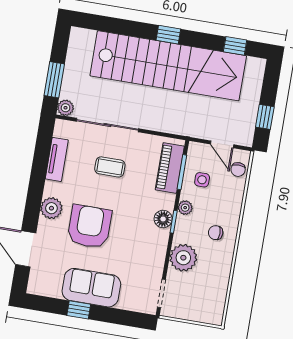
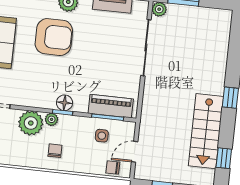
stairs: (168, 66) -> (206, 131), width x0.54, depth x0.66
coffee table: (110, 167) -> (108, 52), removed
plant: (185, 208) -> (52, 119), moved

